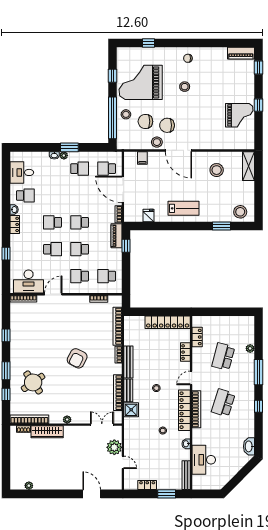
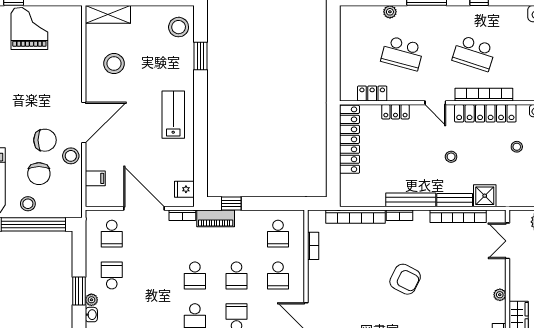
chair: (167, 125) -> (45, 140), turned -90
door: (123, 189) -> (144, 208), swing flipped
fridge: (149, 216) -> (184, 189), moved

